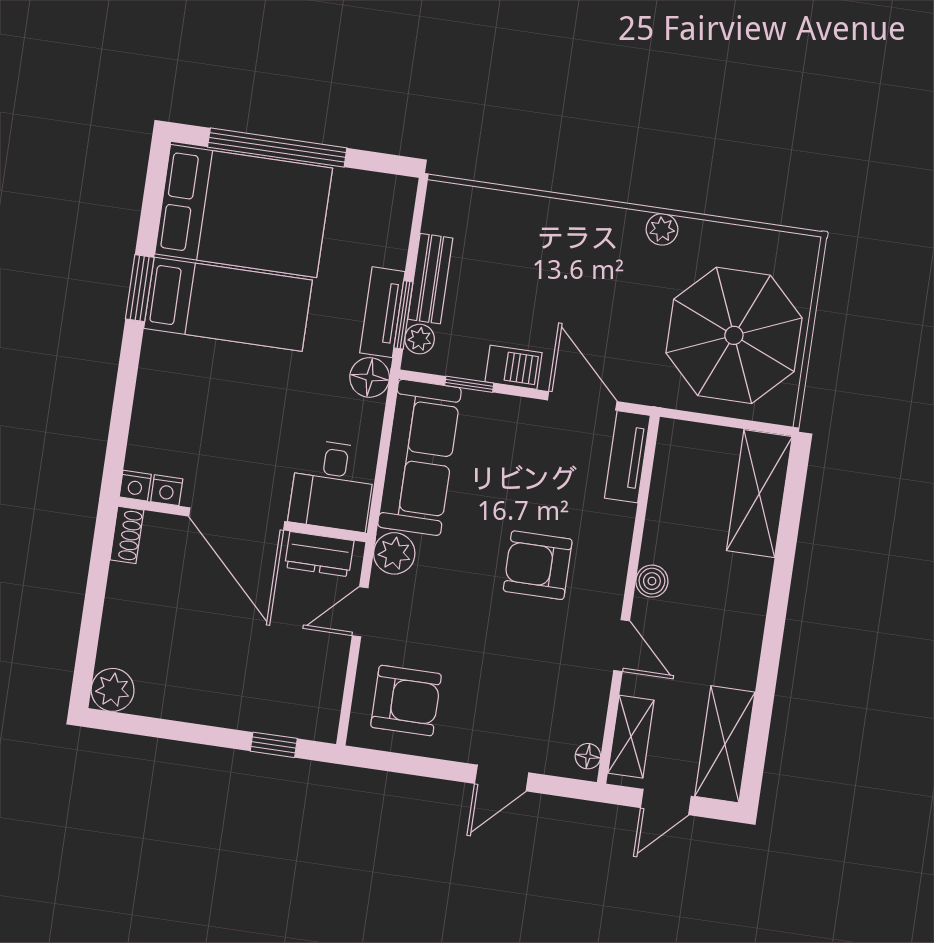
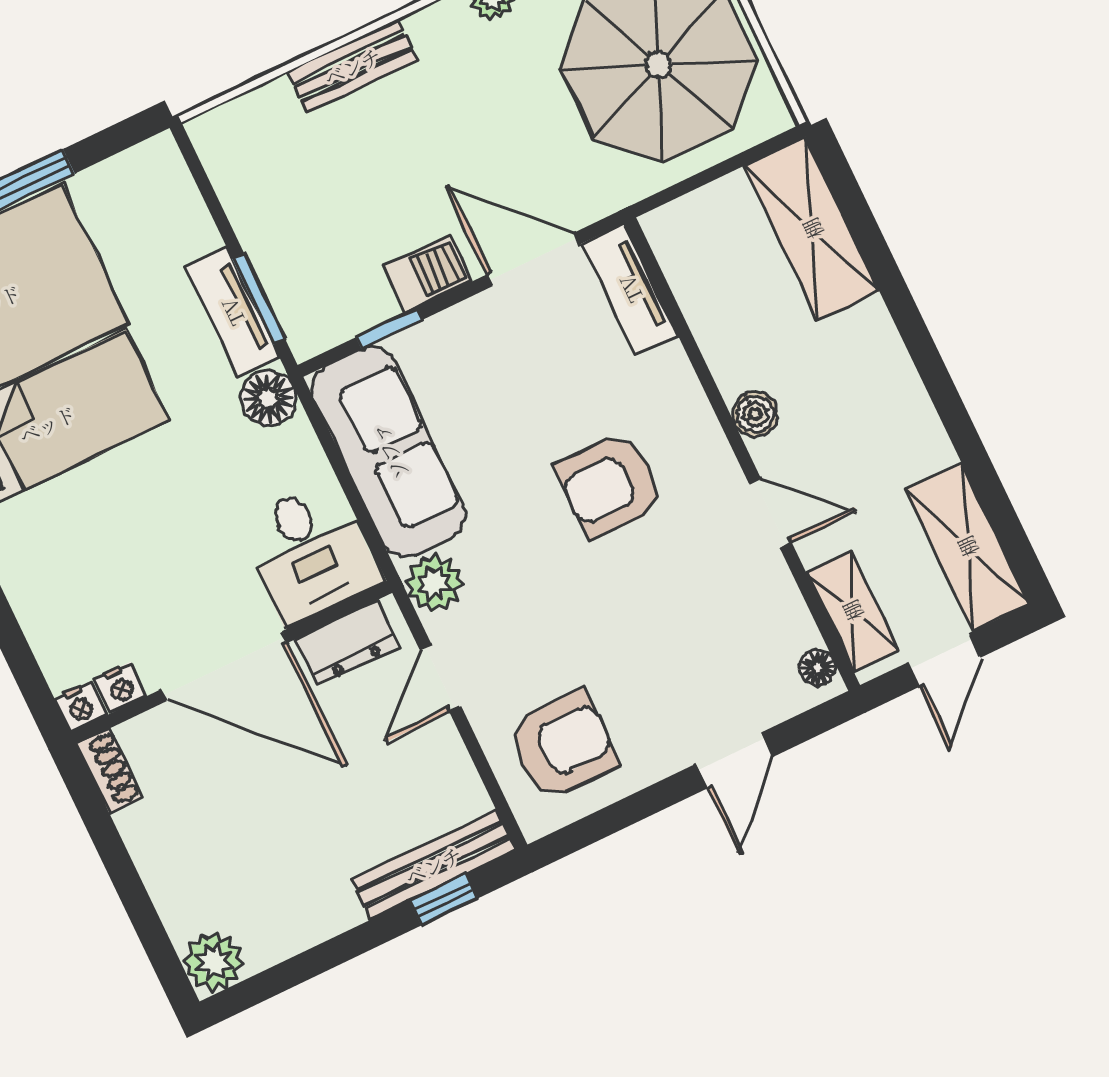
bench: (430, 279) -> (352, 66), moved, turned 90
plant: (420, 339) -> (296, 314), removed
bench: (282, 720) -> (433, 865), added

